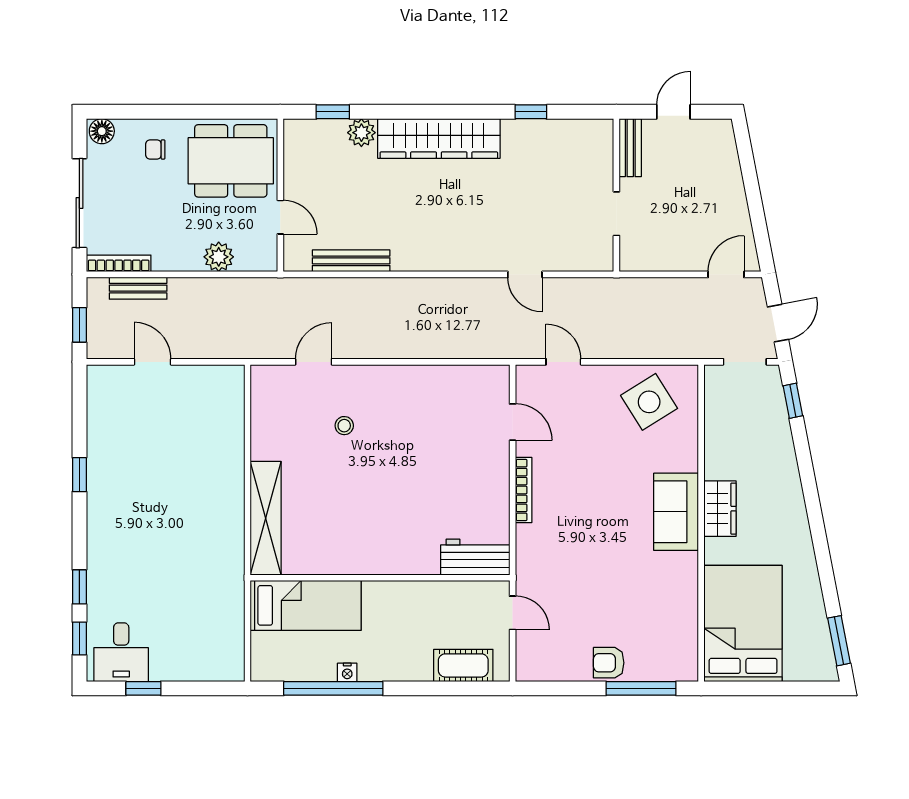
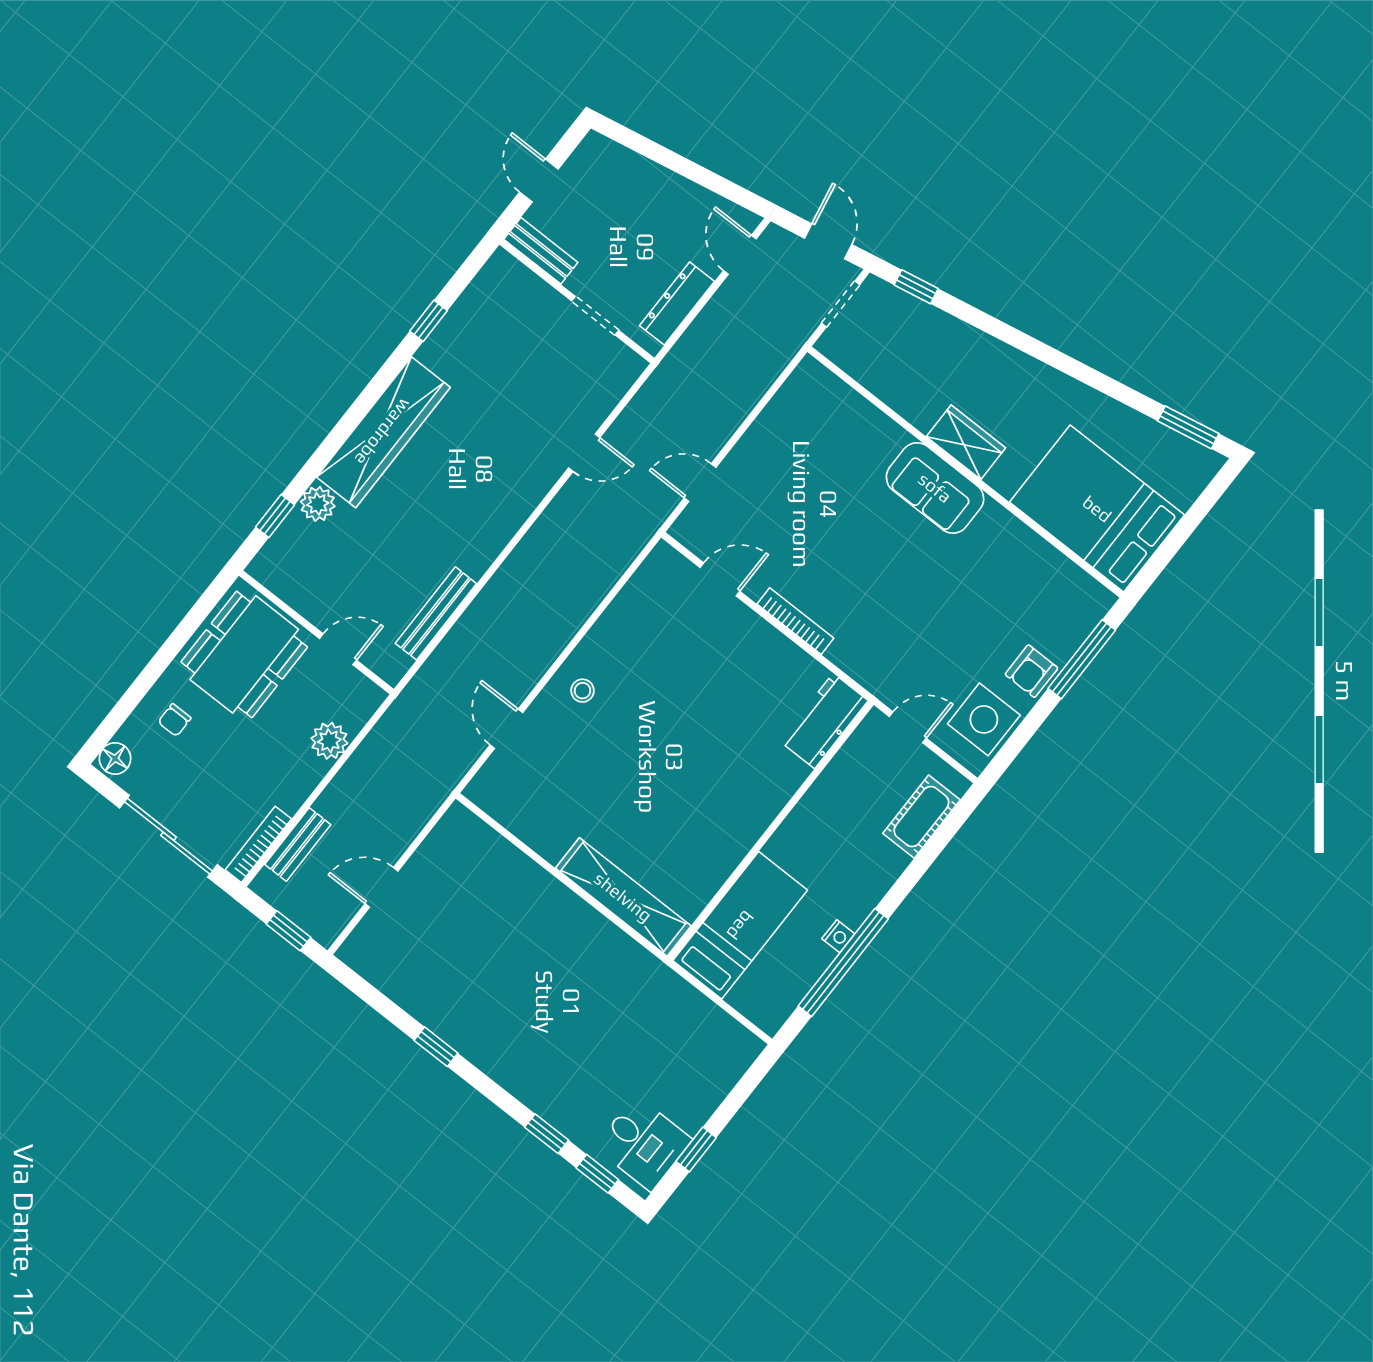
dresser: (664, 259) -> (677, 304), added
side table: (649, 402) -> (984, 719), moved, turned 32
stool: (344, 426) -> (582, 691), moved

